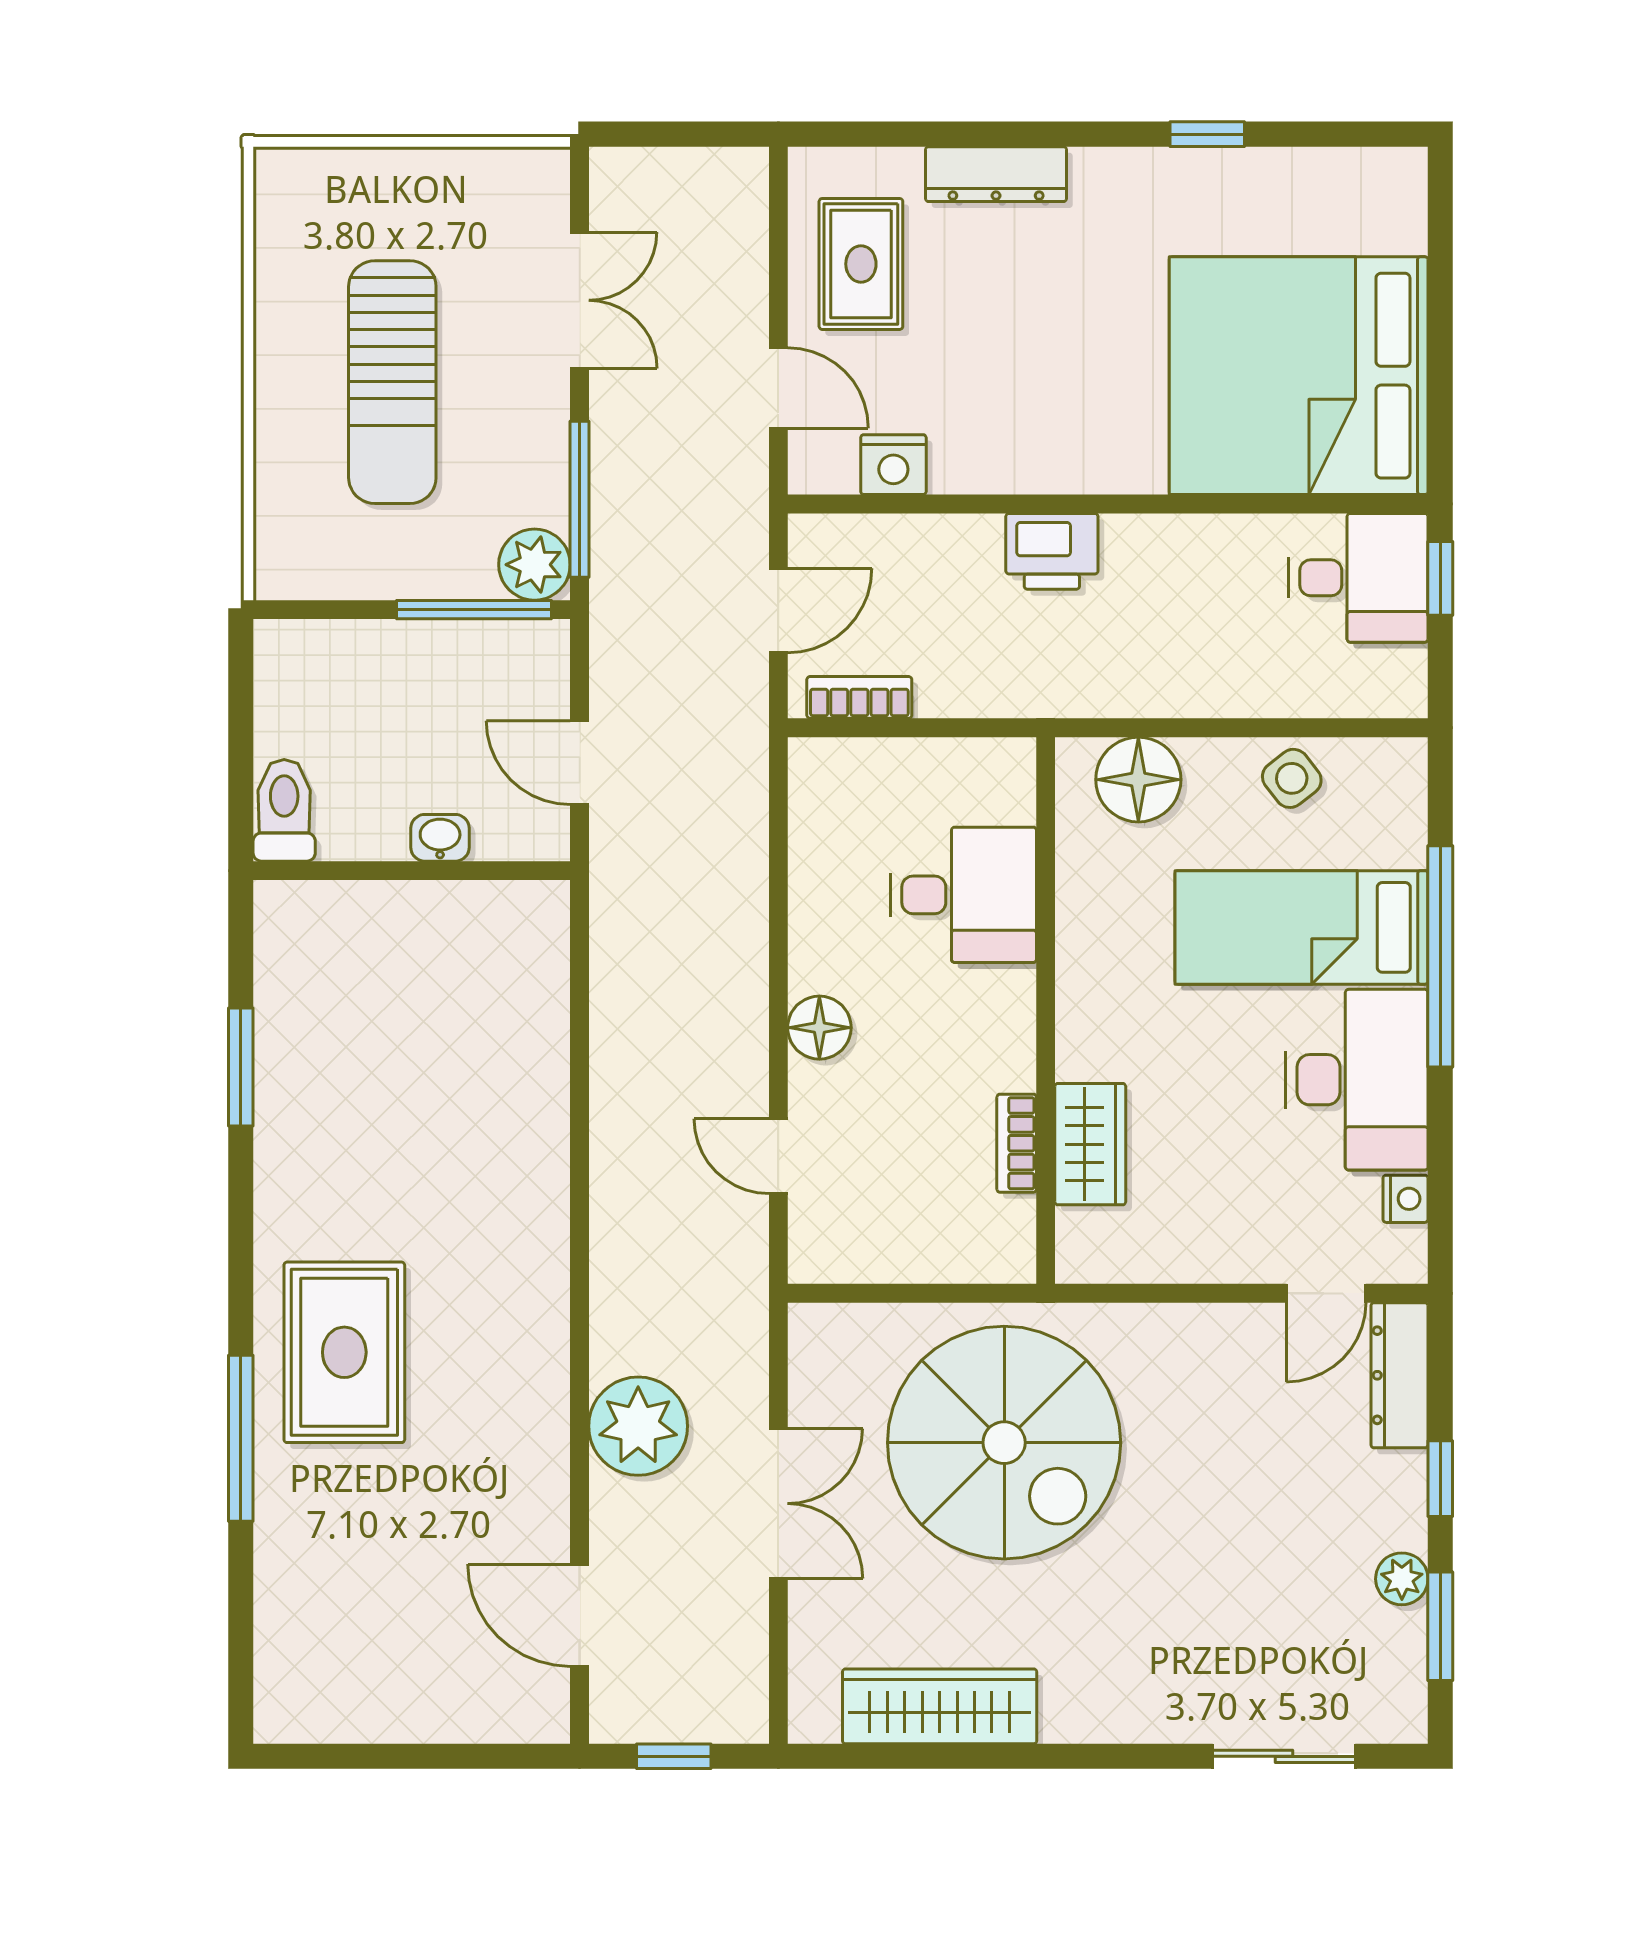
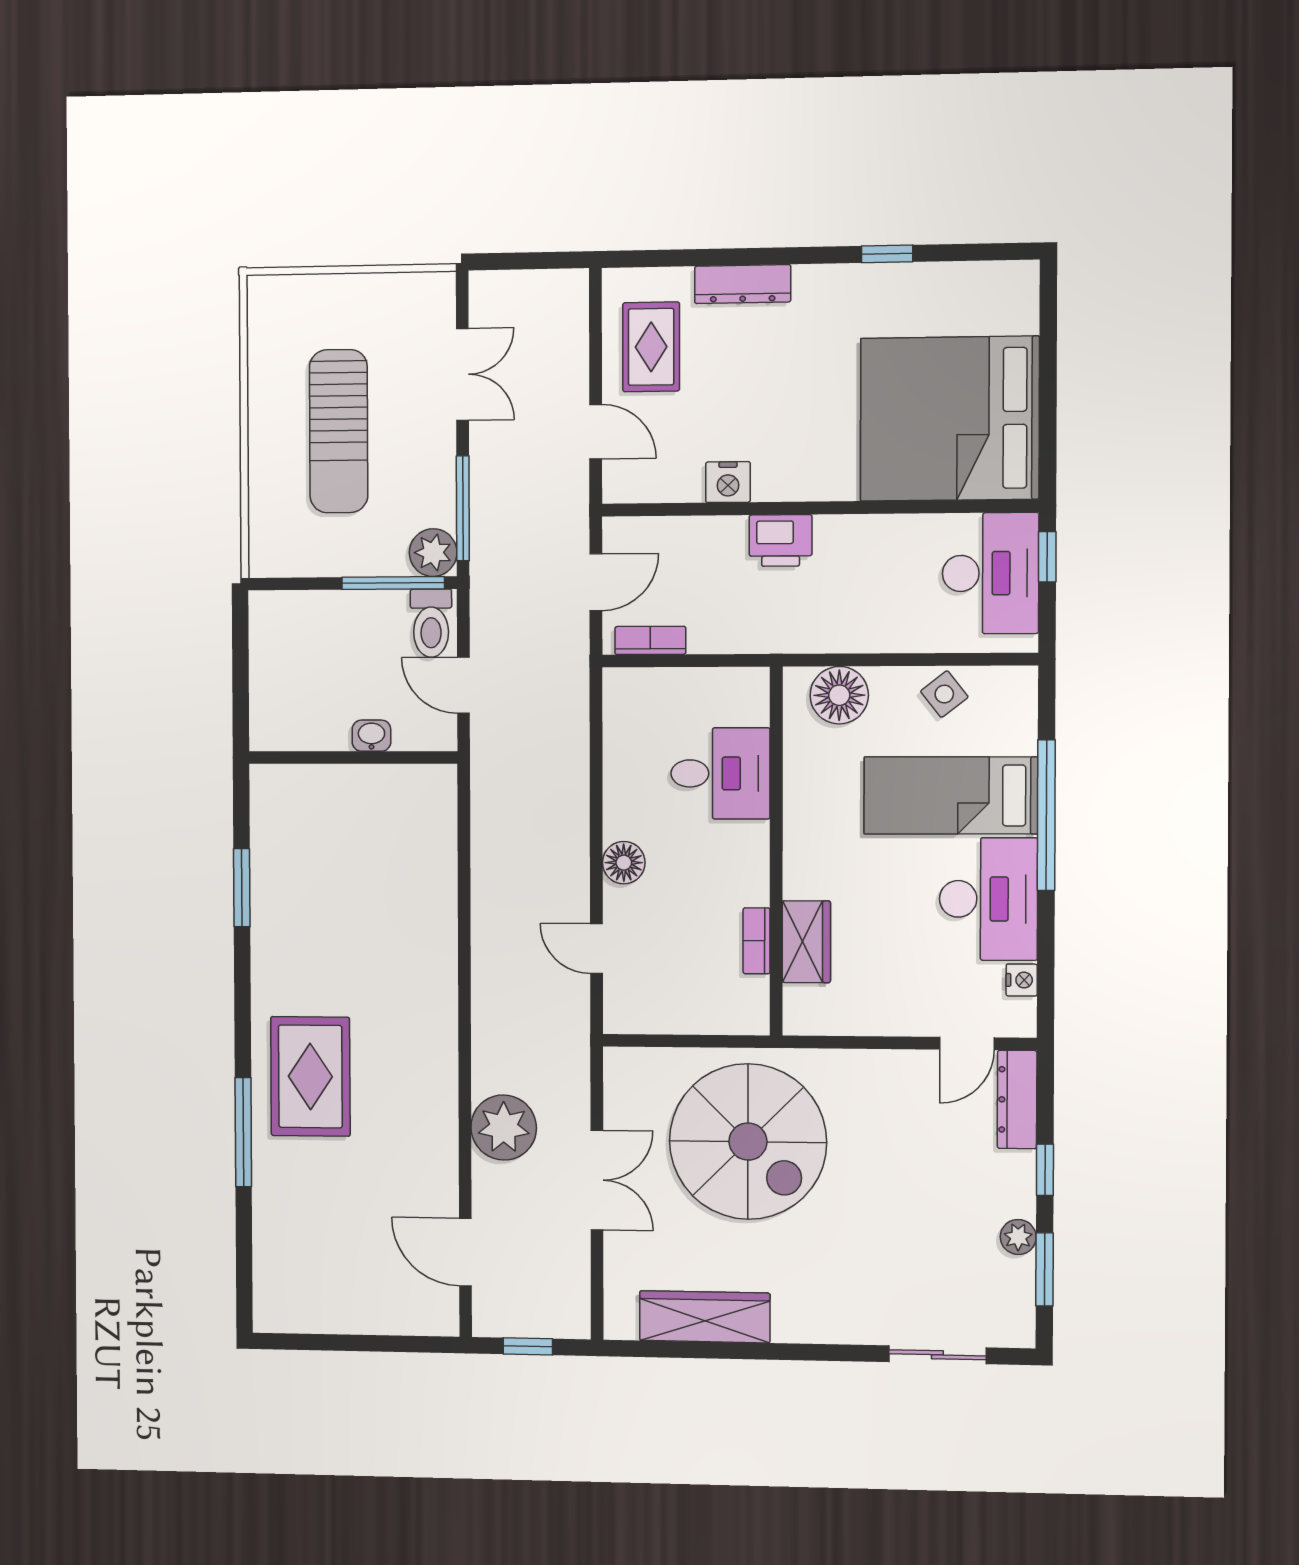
nightstand: (893, 465) -> (728, 482), moved
desk: (1358, 578) -> (990, 573), width x1.37
toilet: (284, 810) -> (431, 623), moved, turned 180

